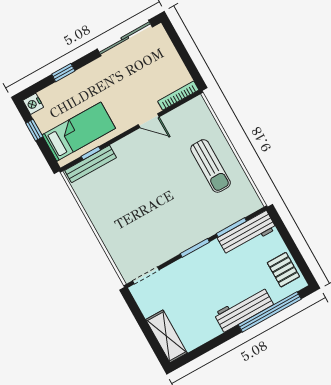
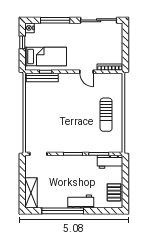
window: (63, 73) -> (55, 20), width x2.17
workbench: (247, 233) -> (110, 162), width x0.73
workbench: (244, 309) -> (81, 202), width x0.73
window: (270, 312) -> (63, 211), moved

